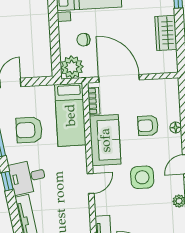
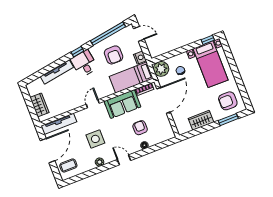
nightstand: (45, 93) -> (140, 58), added
armchair: (29, 130) -> (114, 55), turned 180
side table: (142, 177) -> (95, 139), moved
door: (91, 183) -> (93, 104), swing flipped

